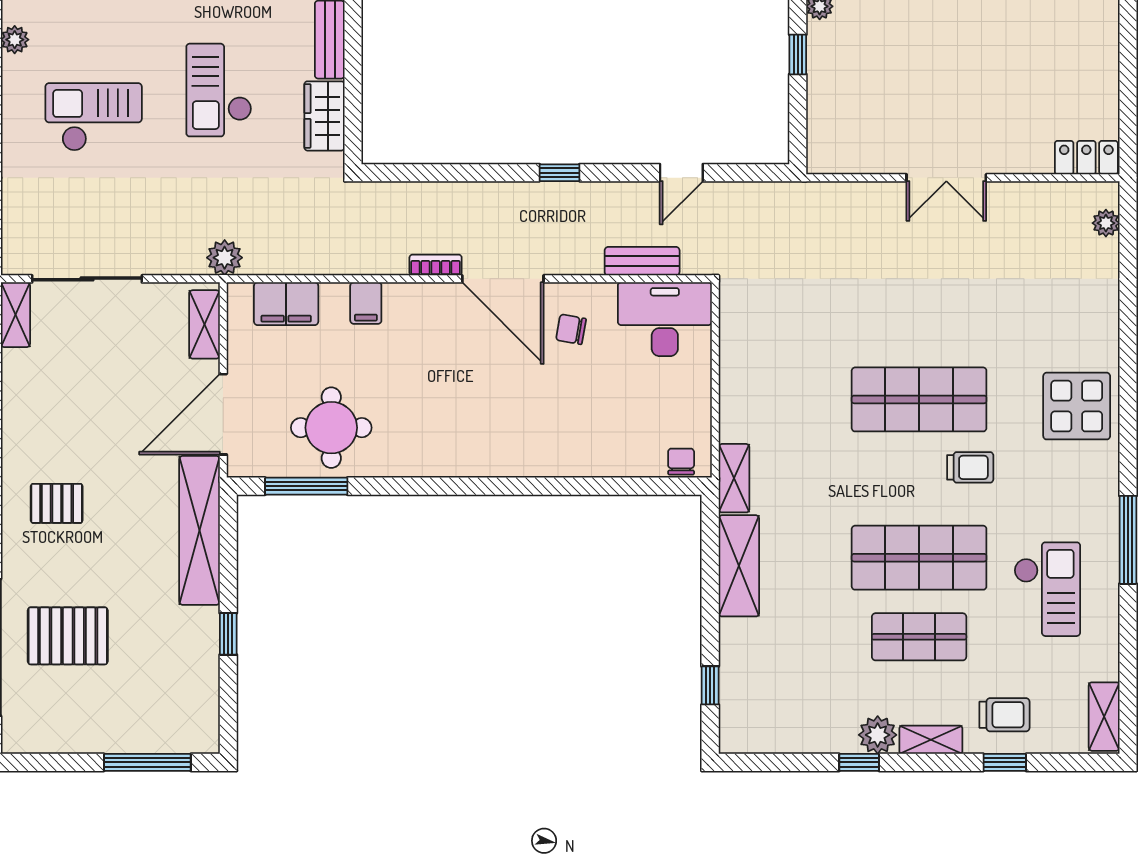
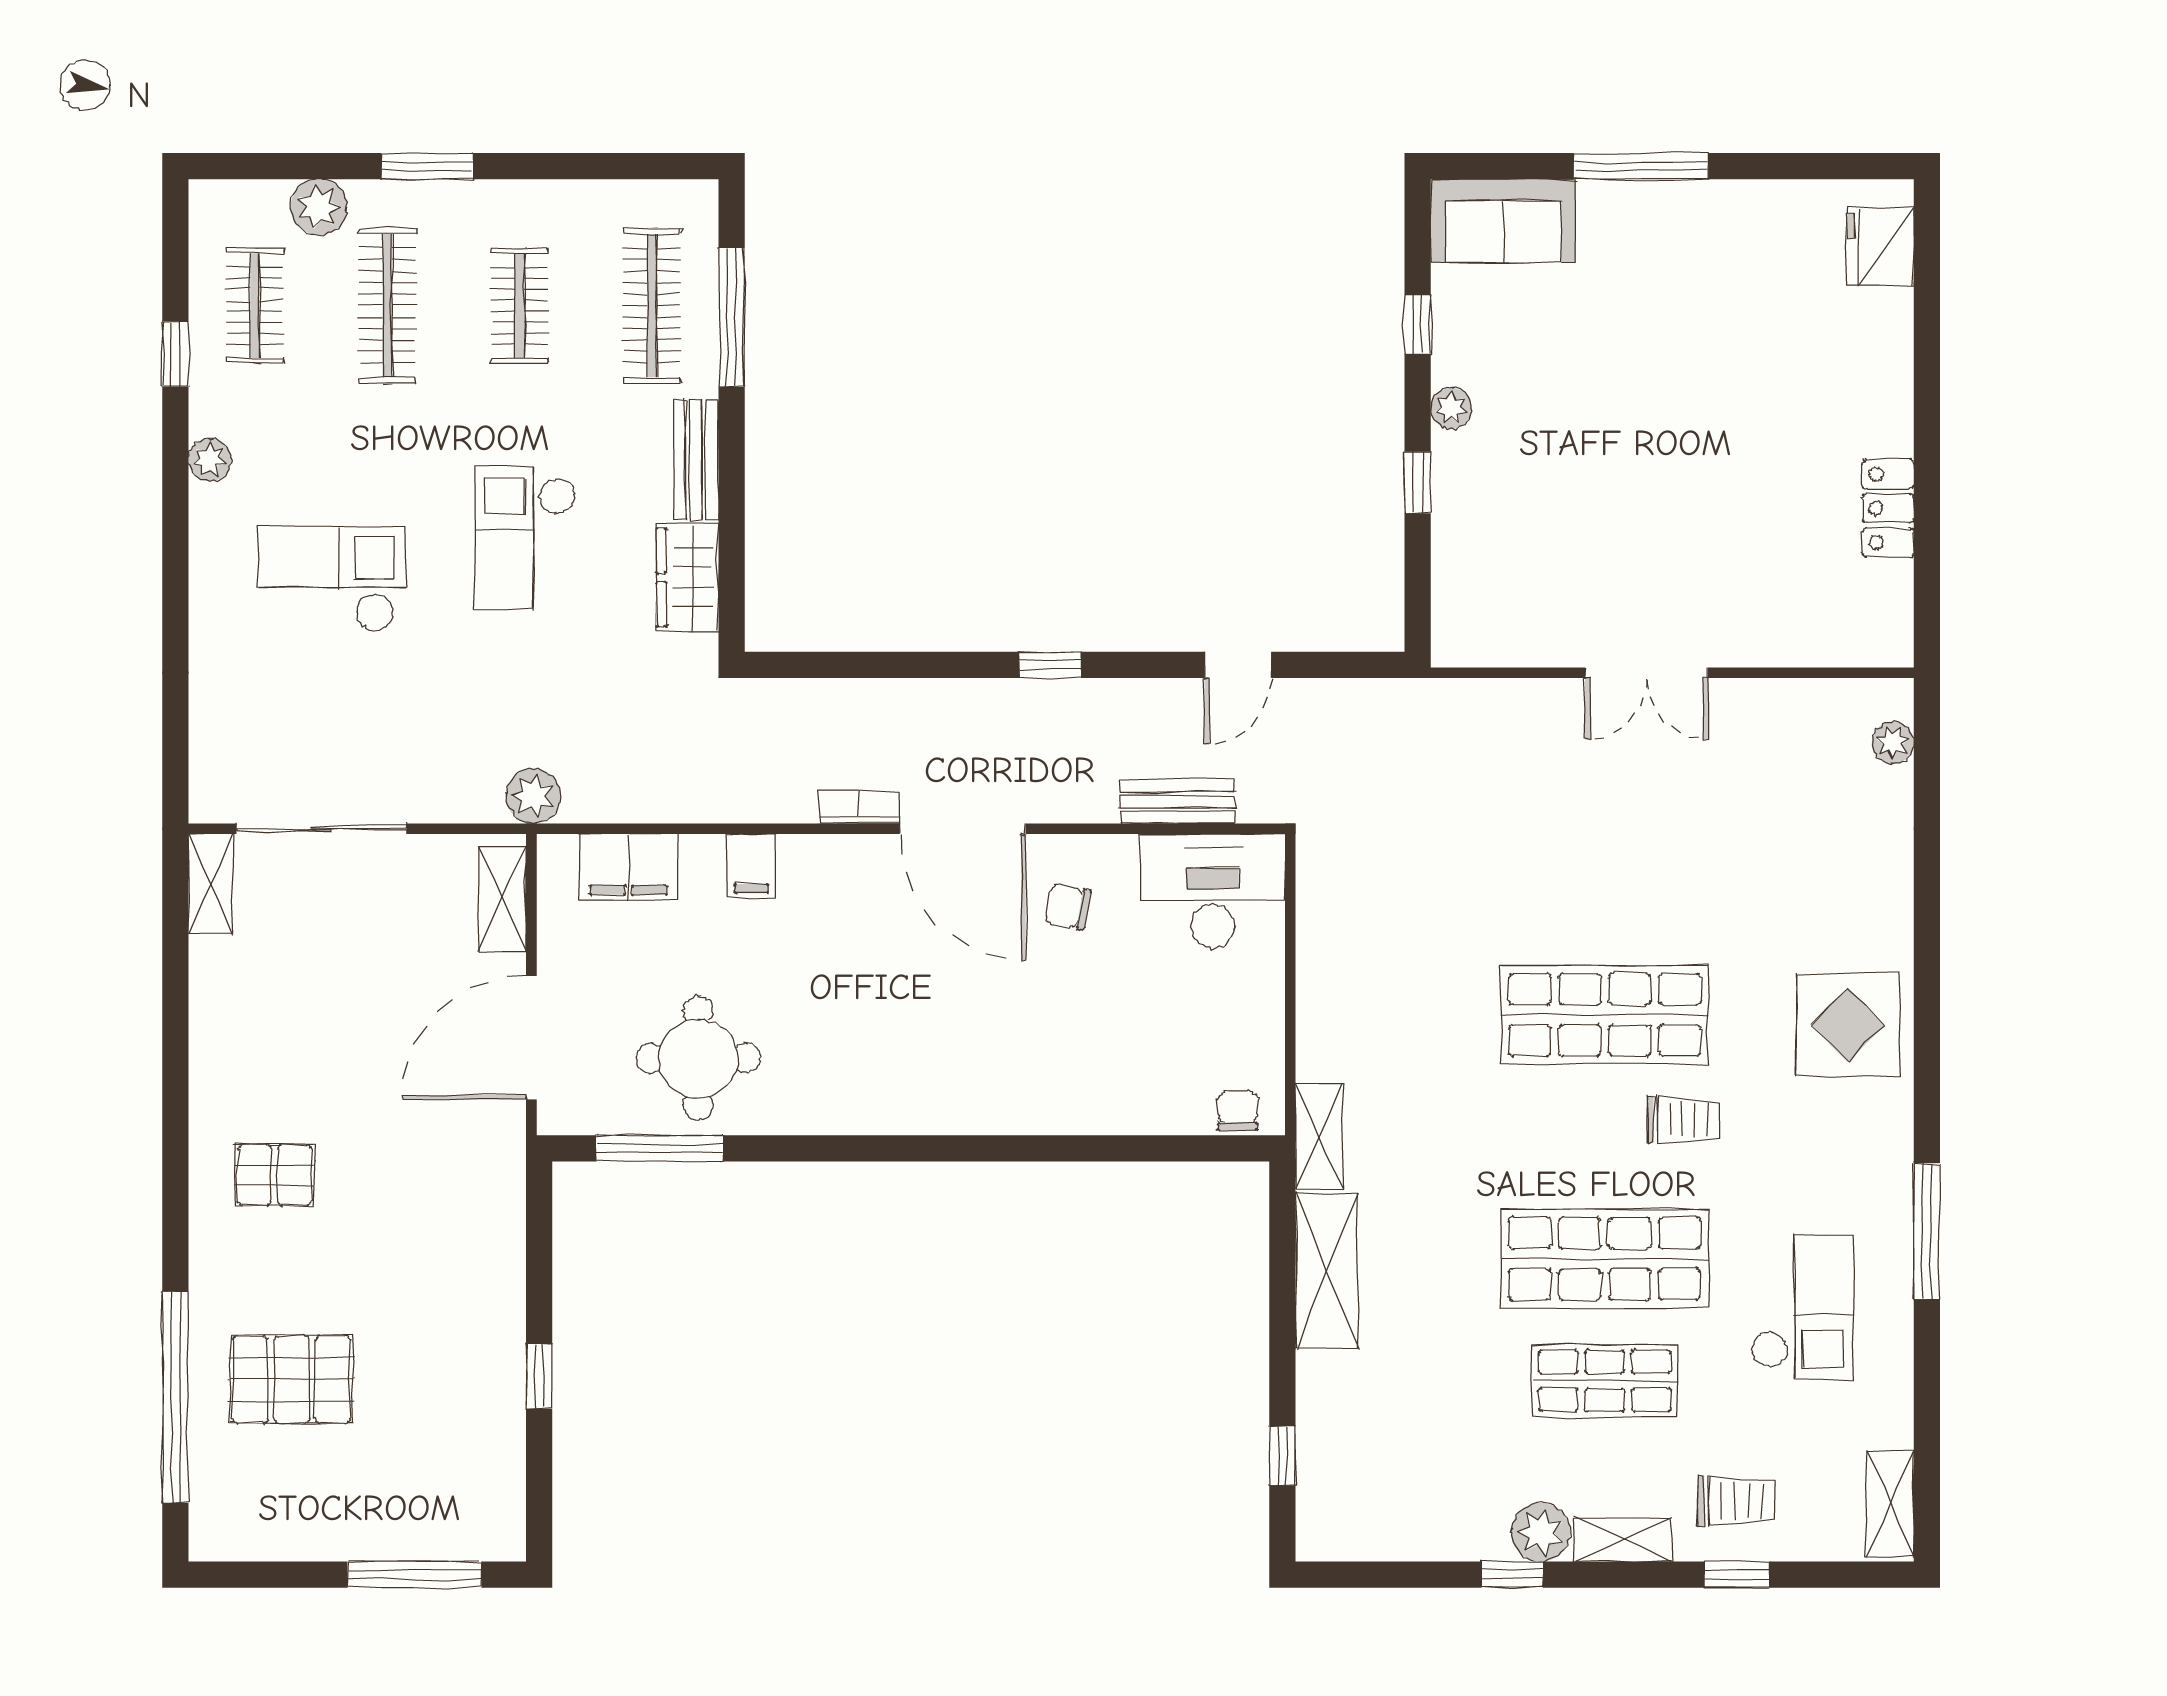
locker: (1086, 158) -> (1888, 508), moved, turned -90
shelving: (200, 530) -> (495, 1217), removed

